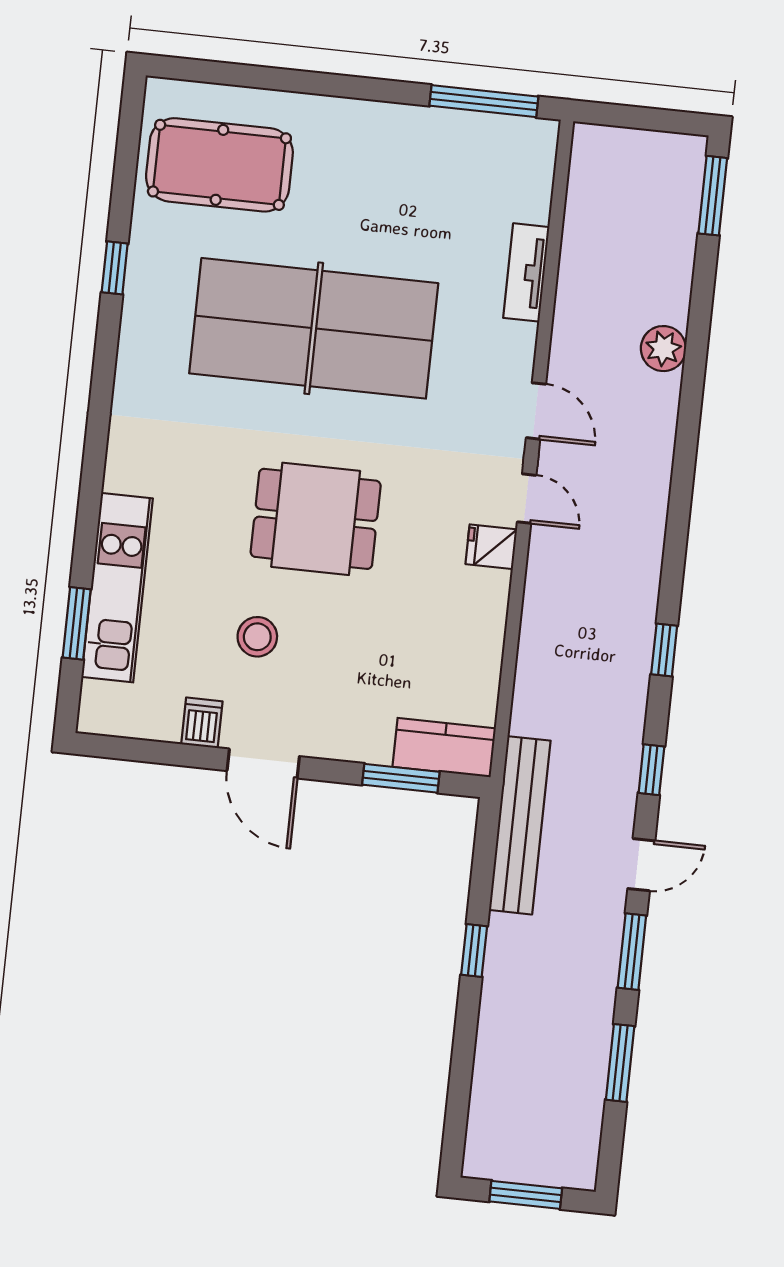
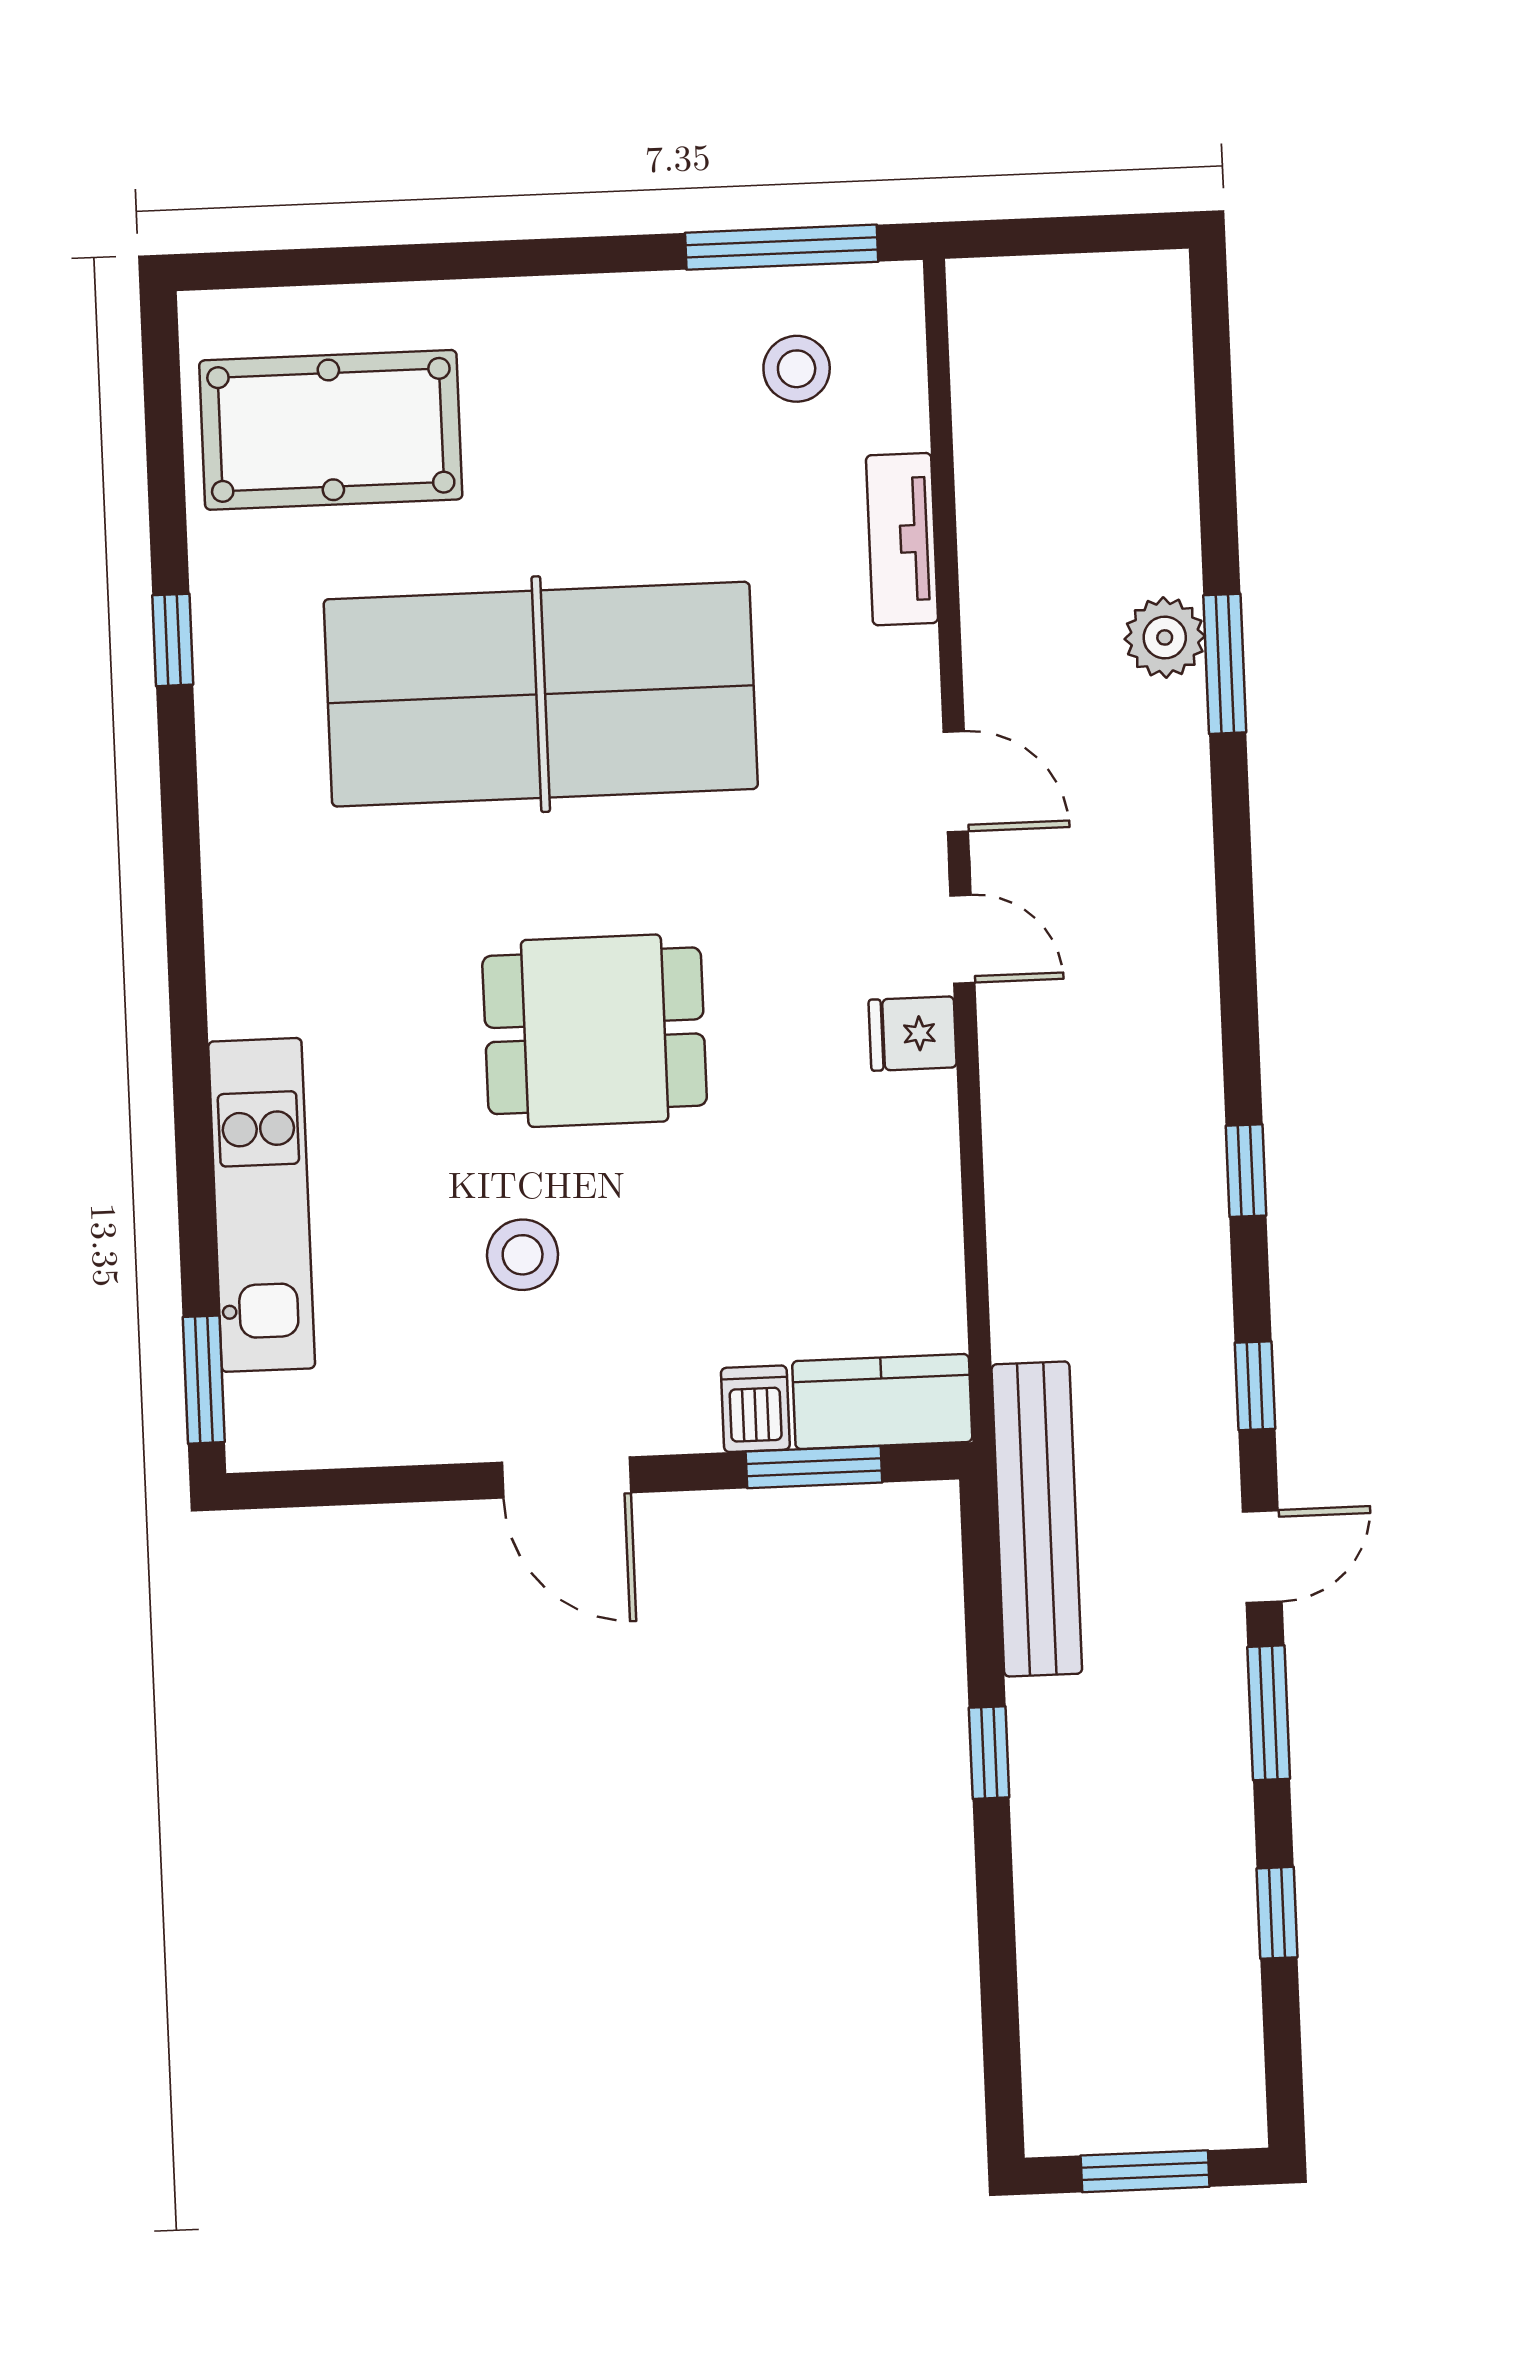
stool: (482, 170) -> (797, 369), added
window: (713, 196) -> (1225, 664), moved
window: (77, 623) -> (204, 1380), moved
dishwasher: (202, 723) -> (755, 1409), moved
window: (620, 1063) -> (1277, 1913), width x0.67

